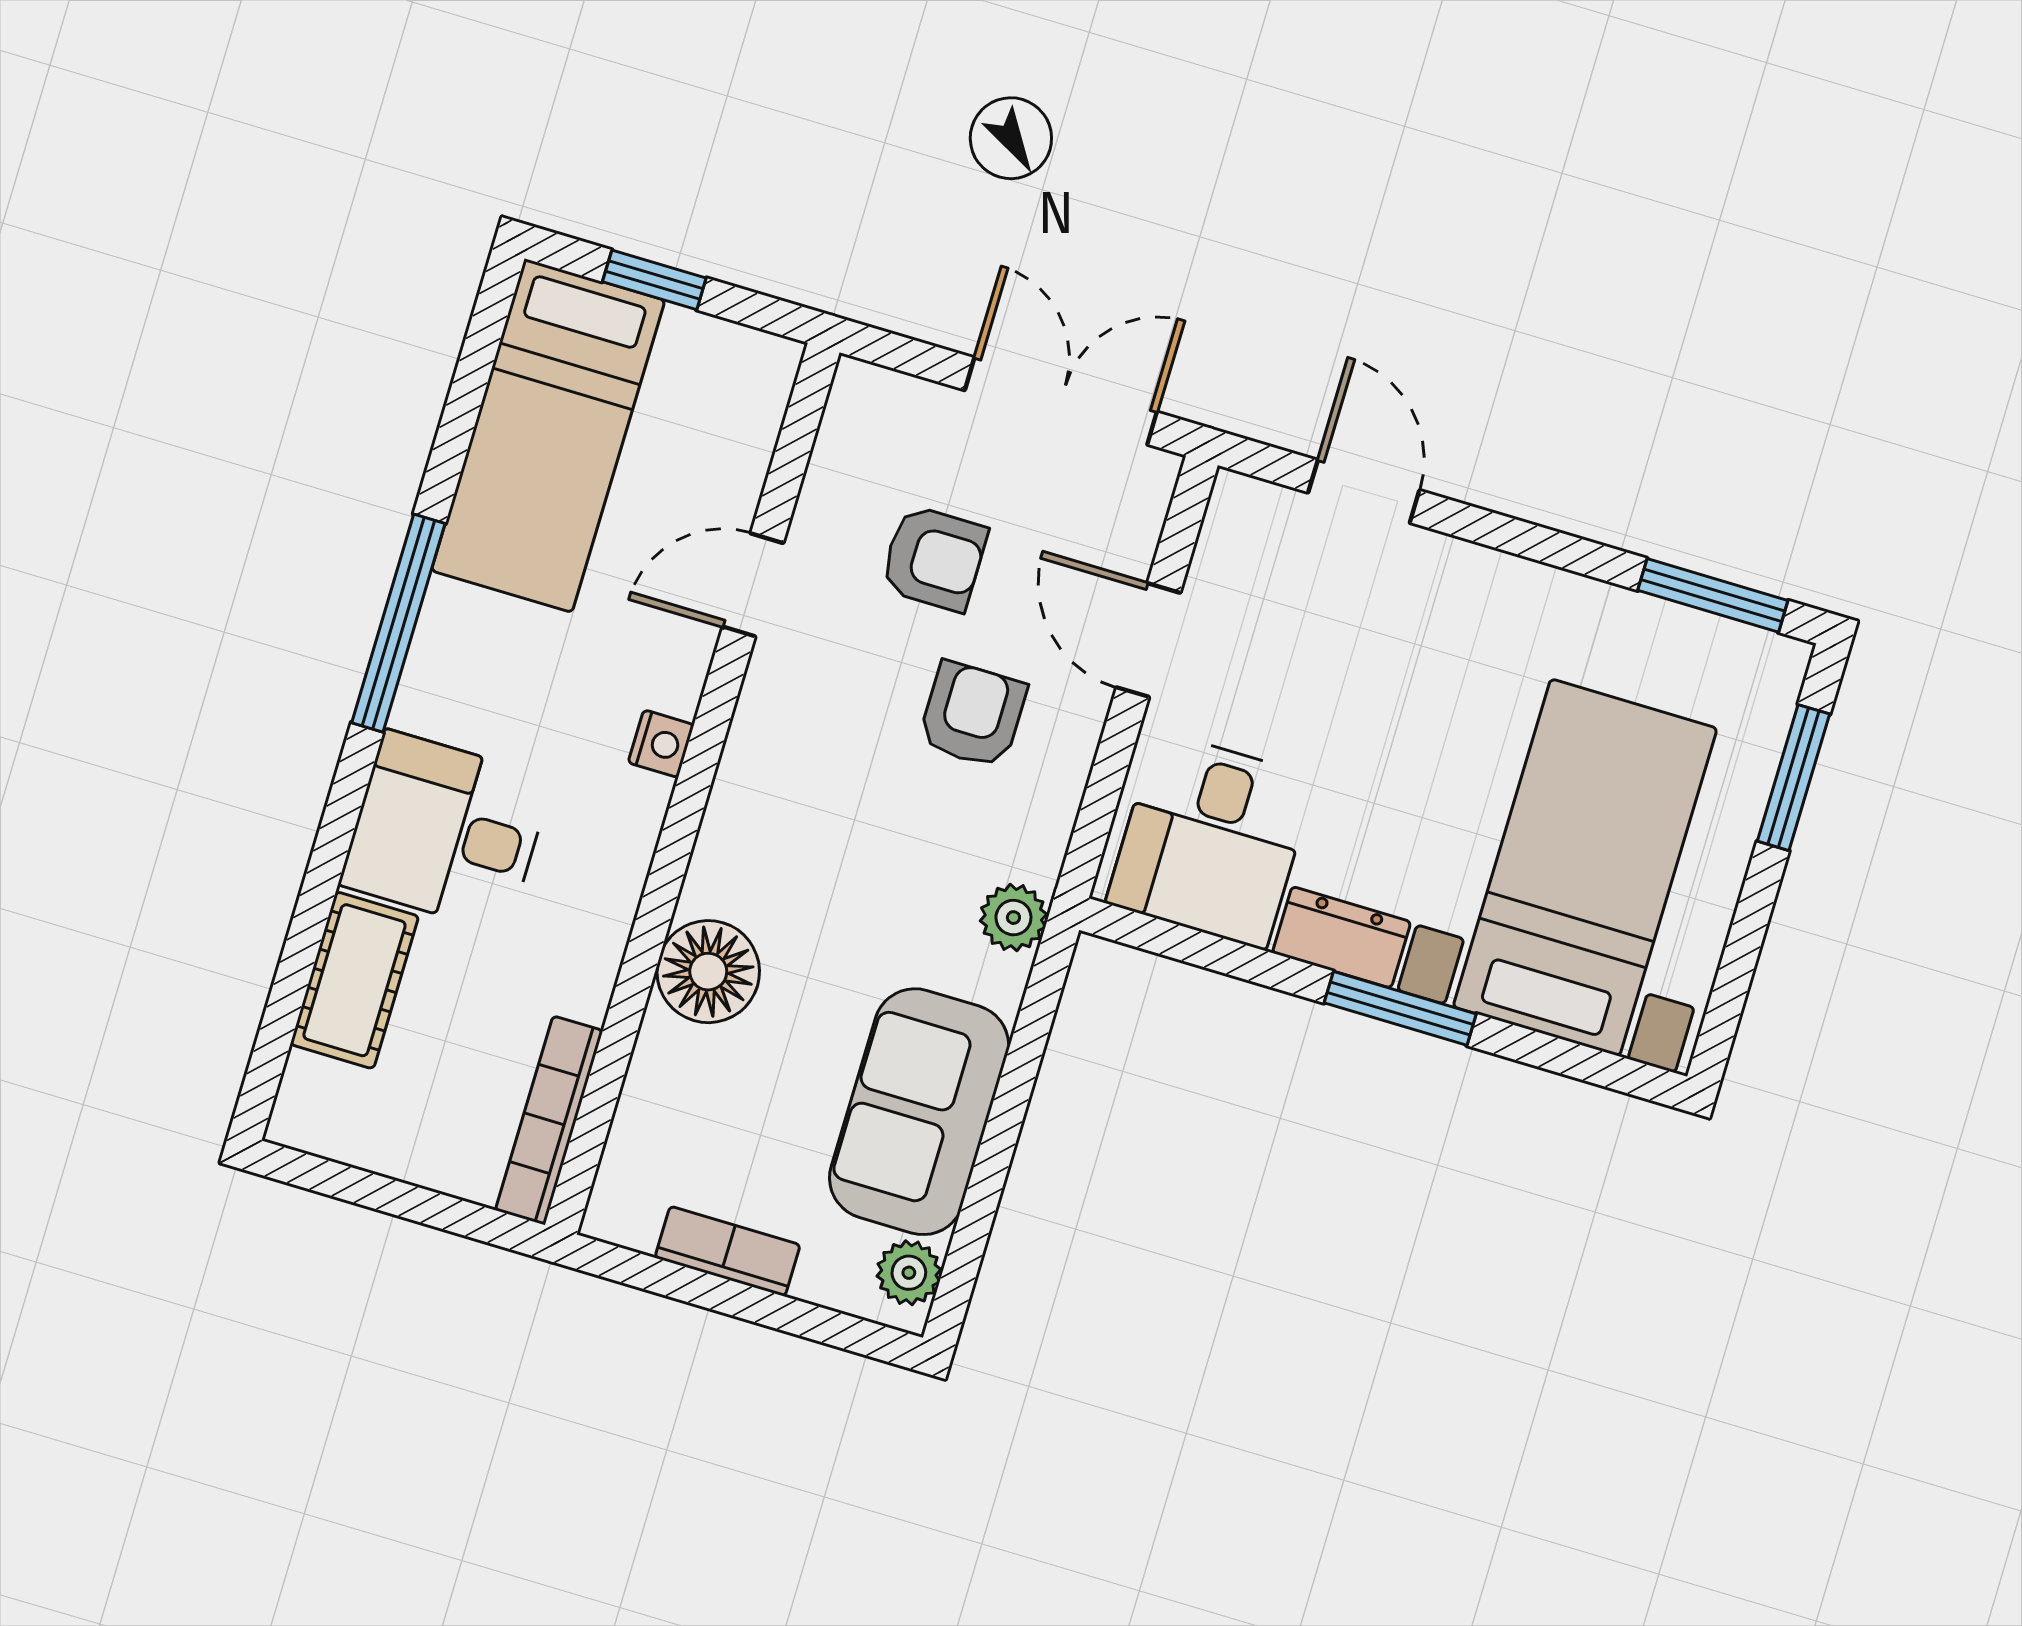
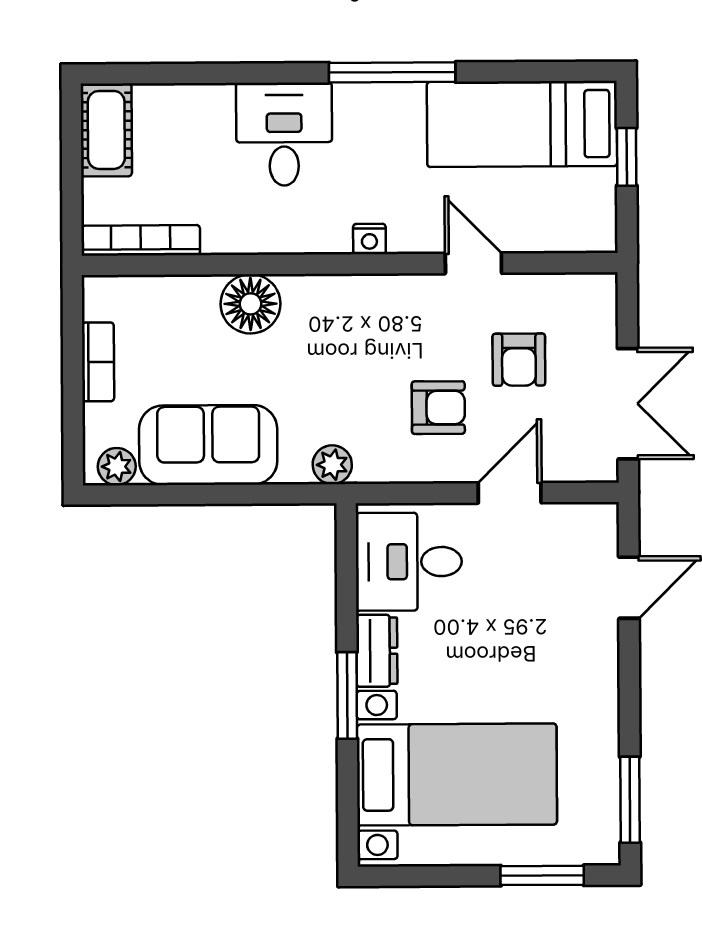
cot: (354, 980) -> (106, 130), moved, turned 90

